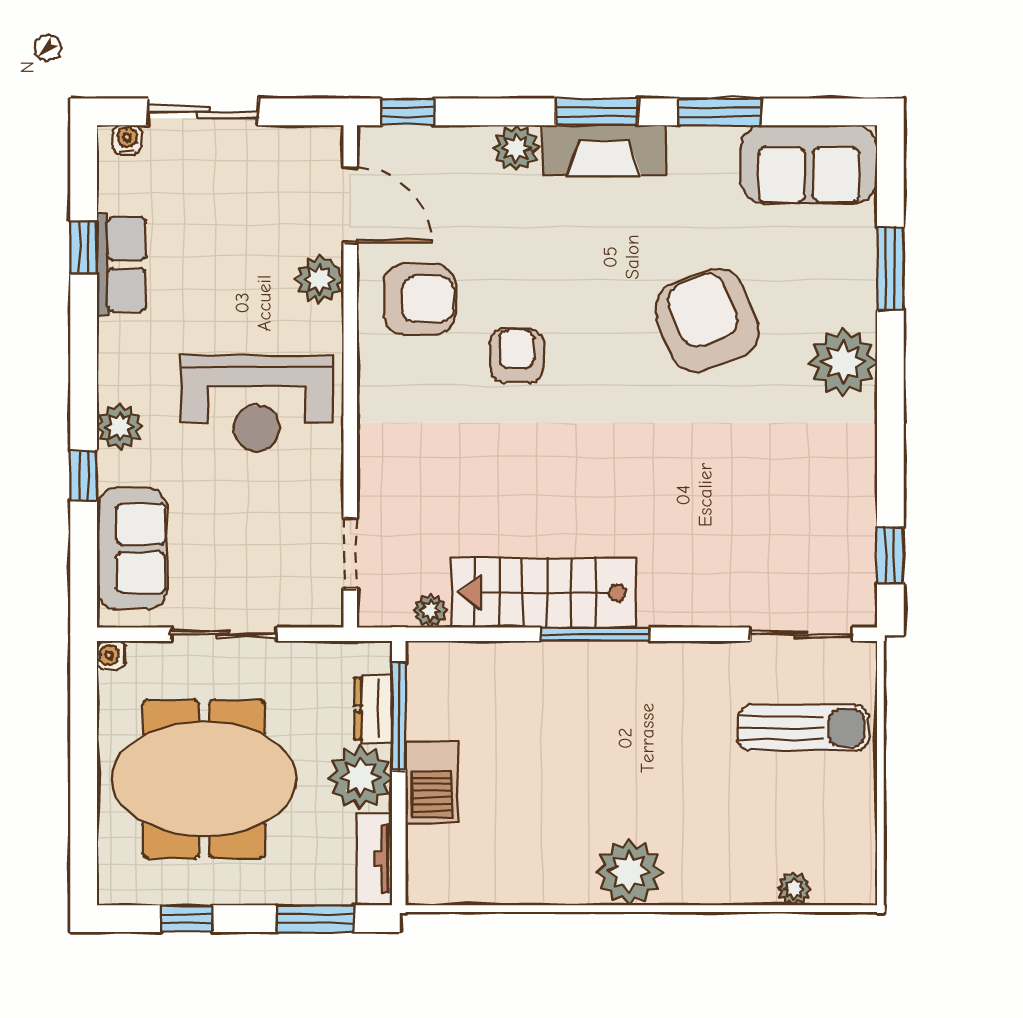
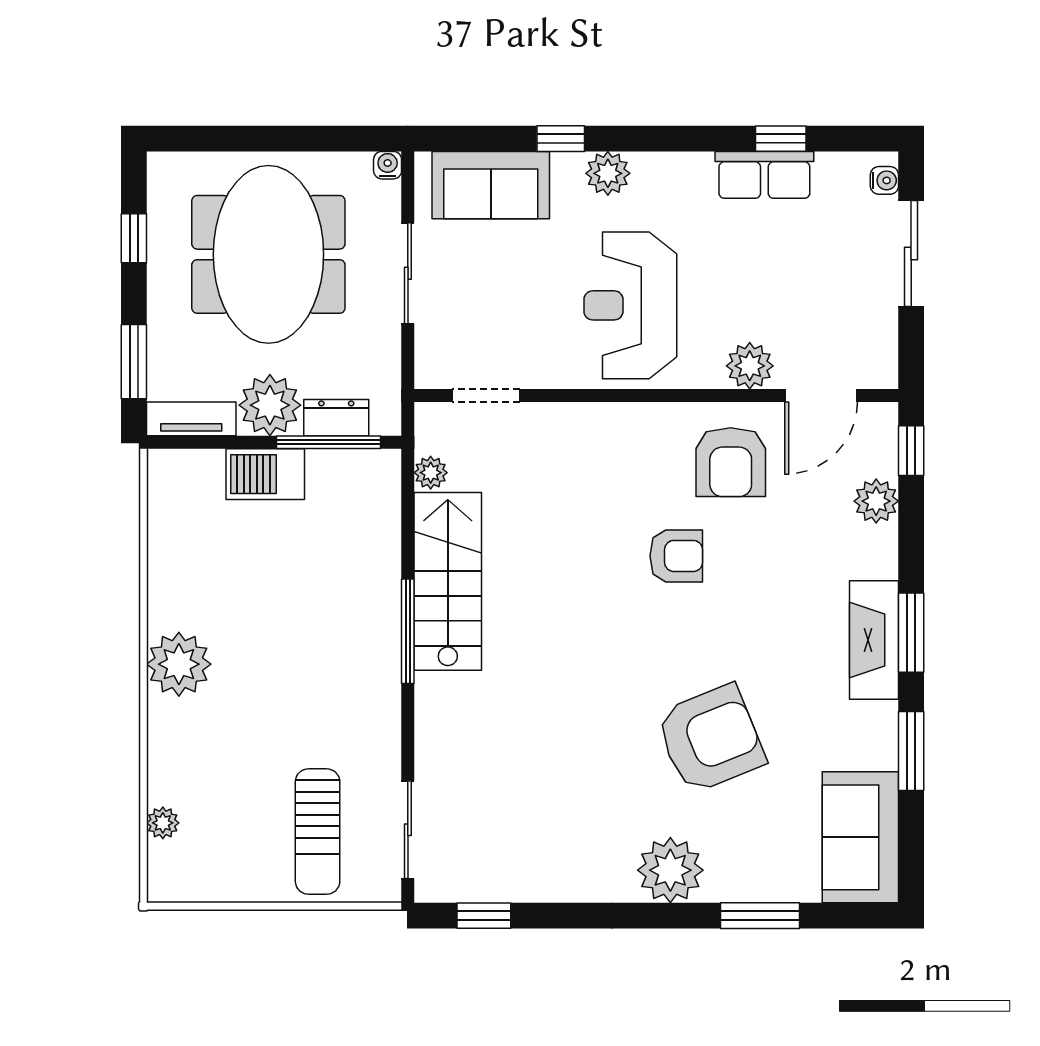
plant: (516, 148) -> (876, 501), moved

